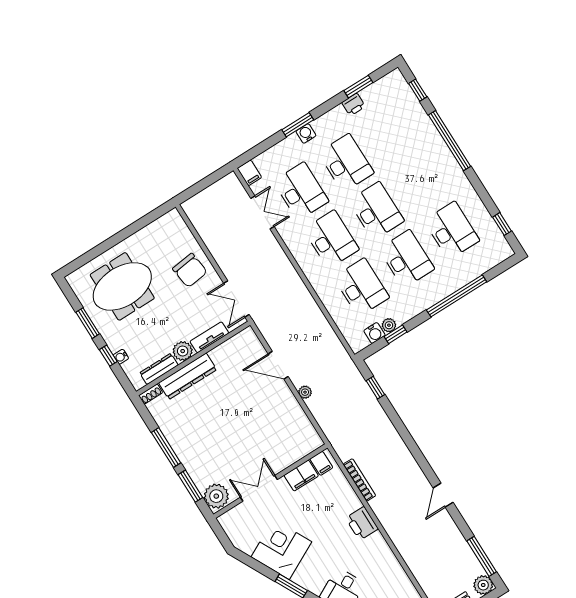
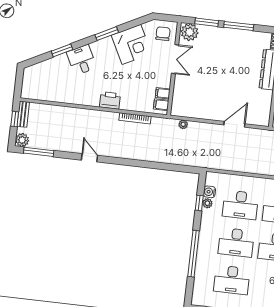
window: (375, 388) -> (179, 168), removed
plant: (305, 392) -> (183, 124), moved
filing cabinet: (301, 476) -> (163, 93), width x0.50
chair: (242, 524) -> (163, 34), added

